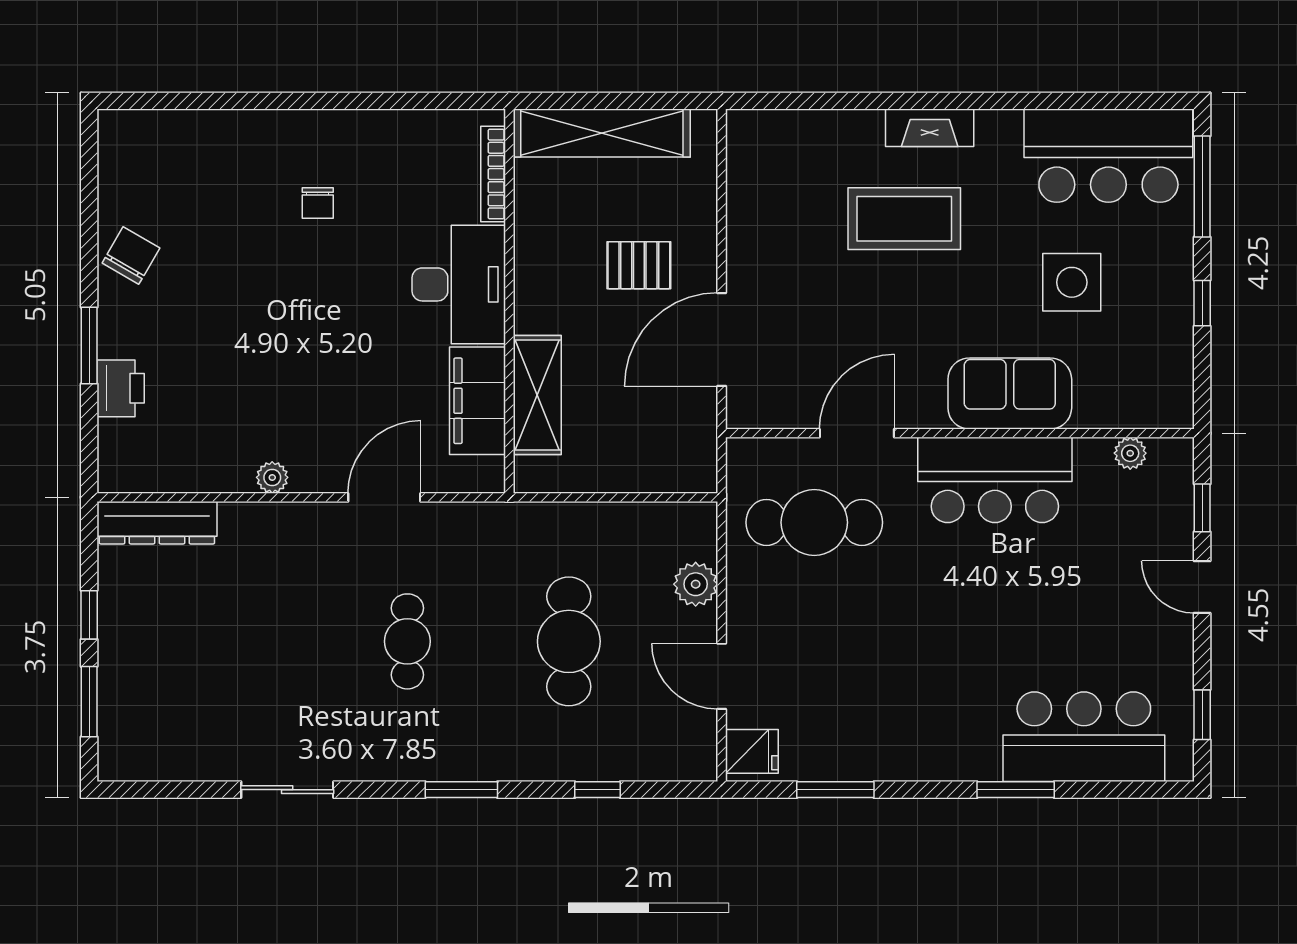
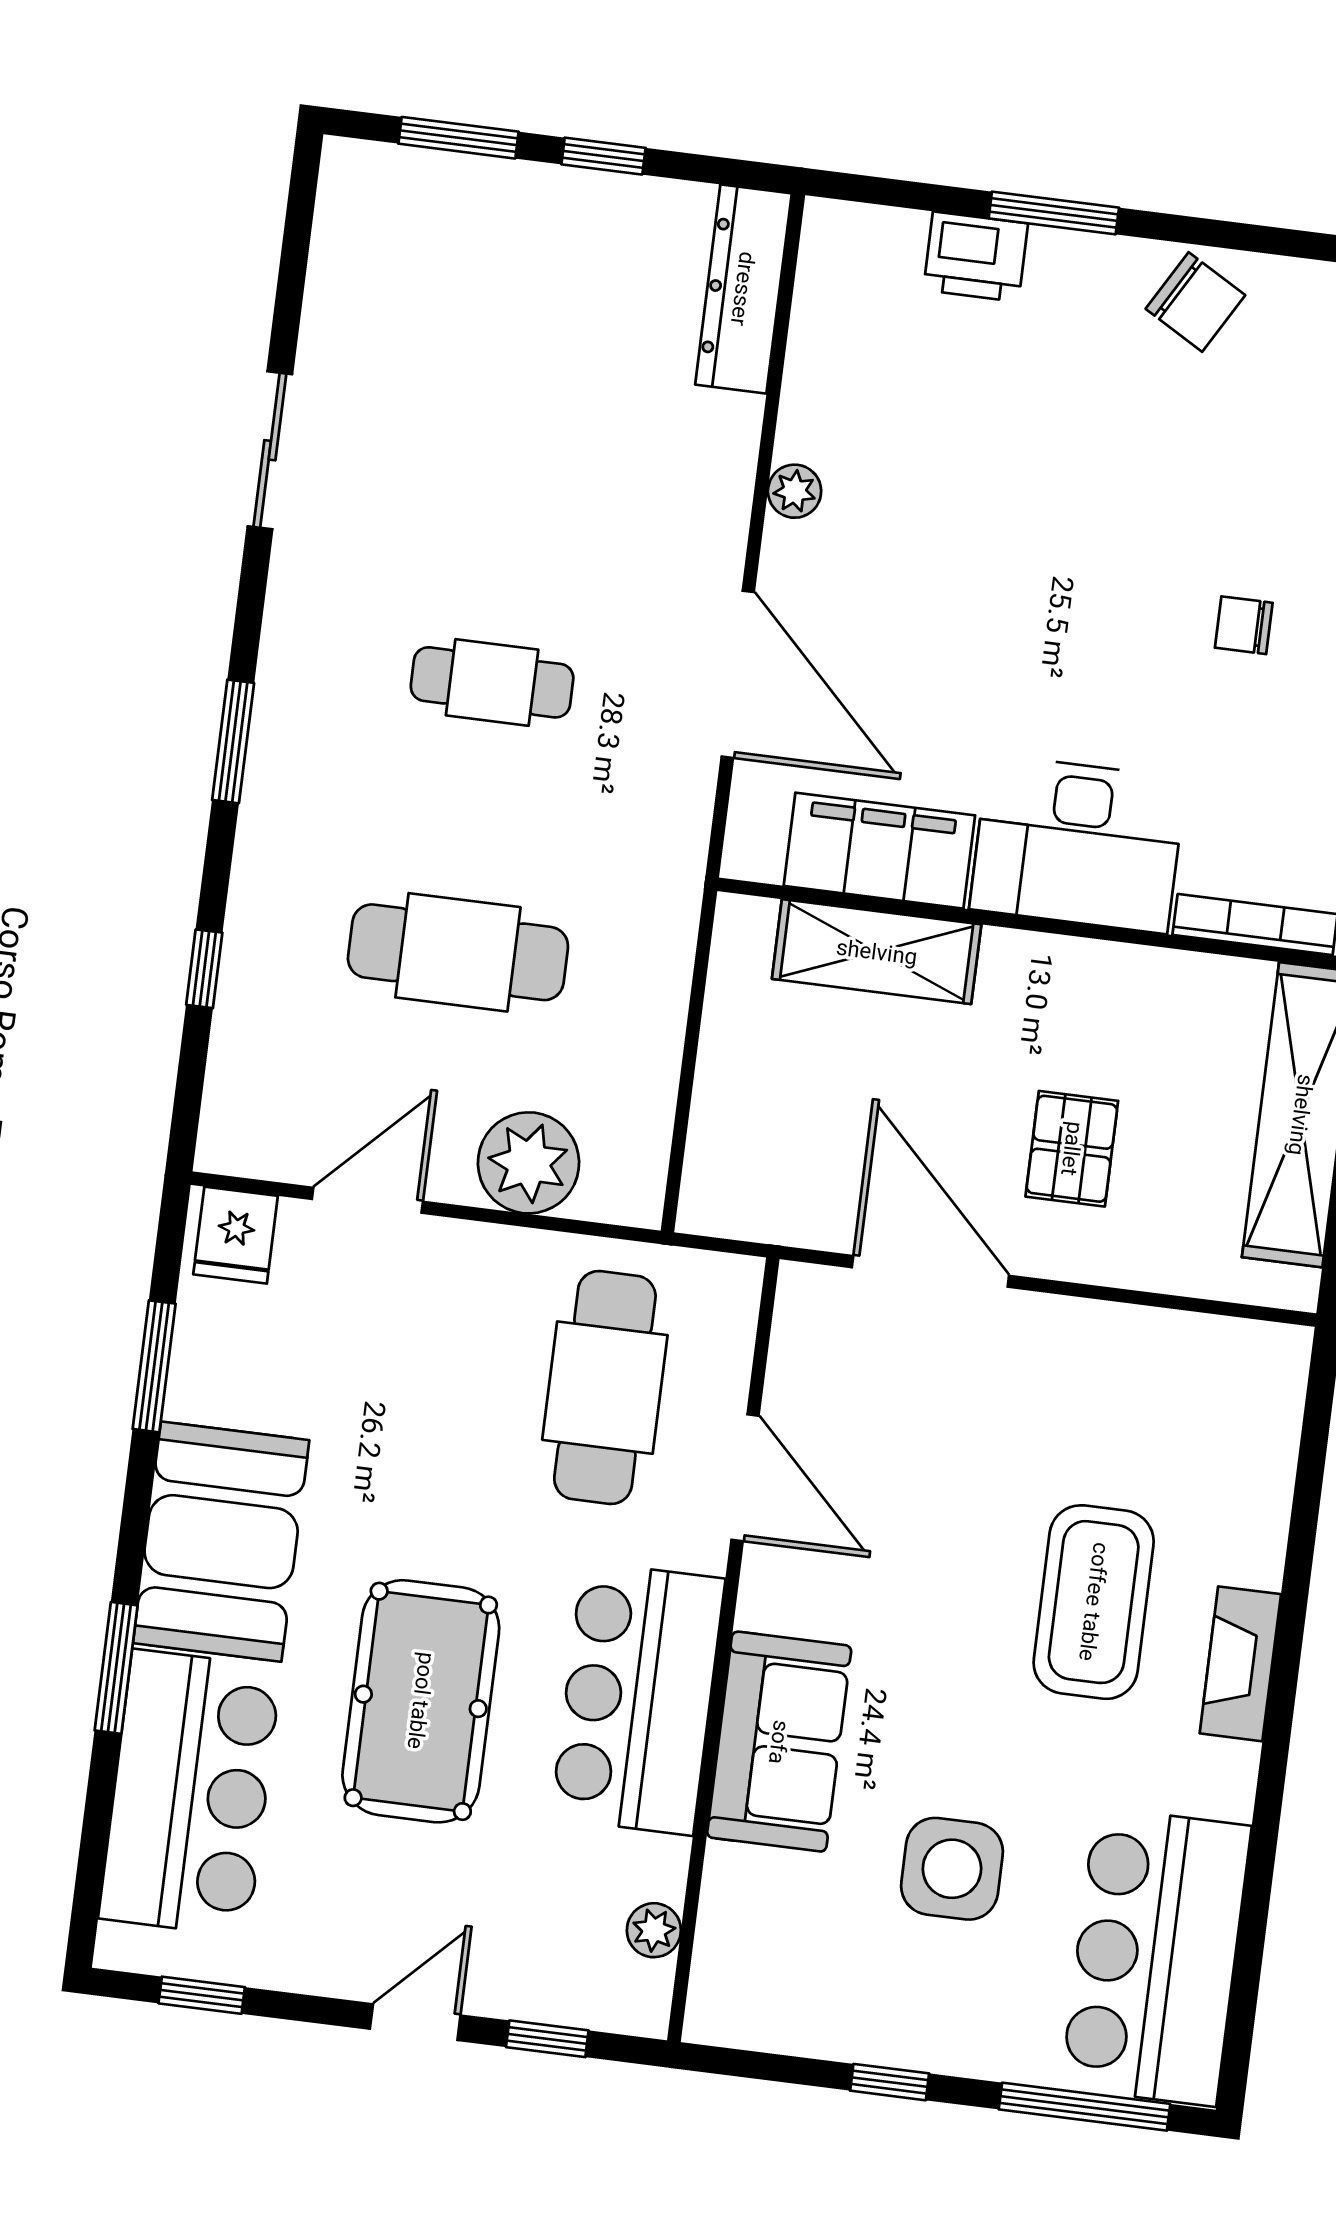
door: (384, 497) -> (738, 674), width x1.36
plant: (696, 584) -> (528, 1163), width x1.36, depth x1.36
pool table: (1013, 608) -> (421, 1701), added
booth: (934, 737) -> (221, 1542), added

